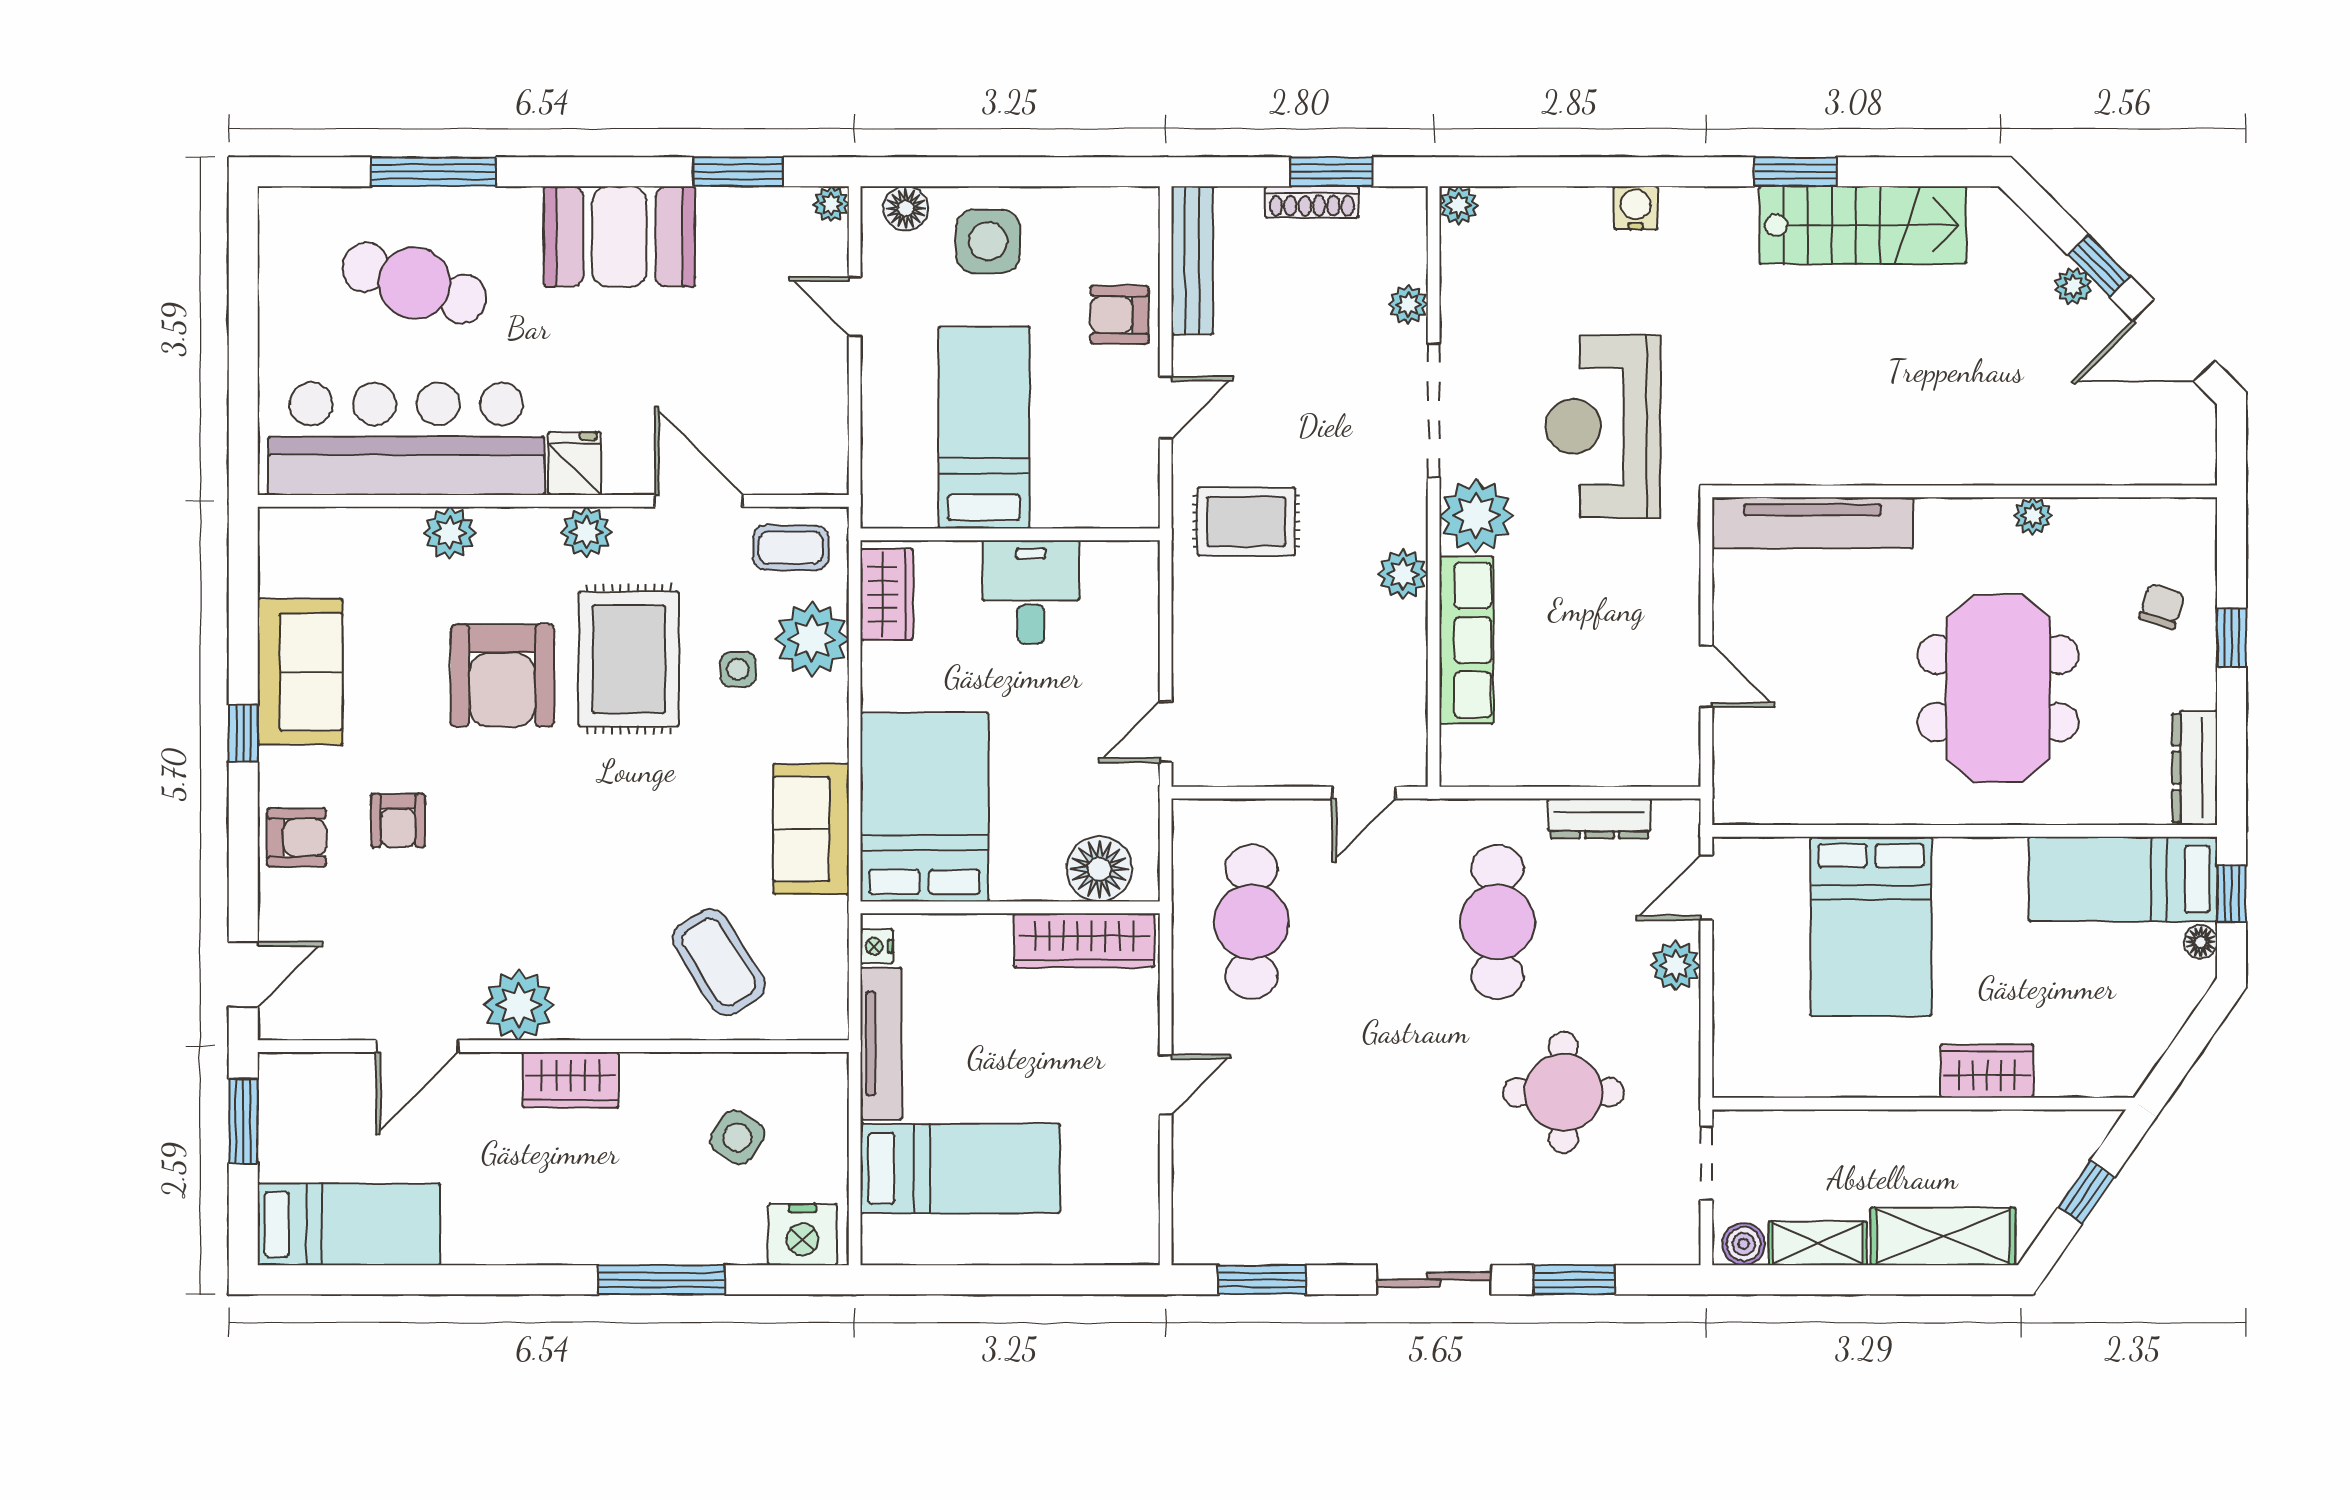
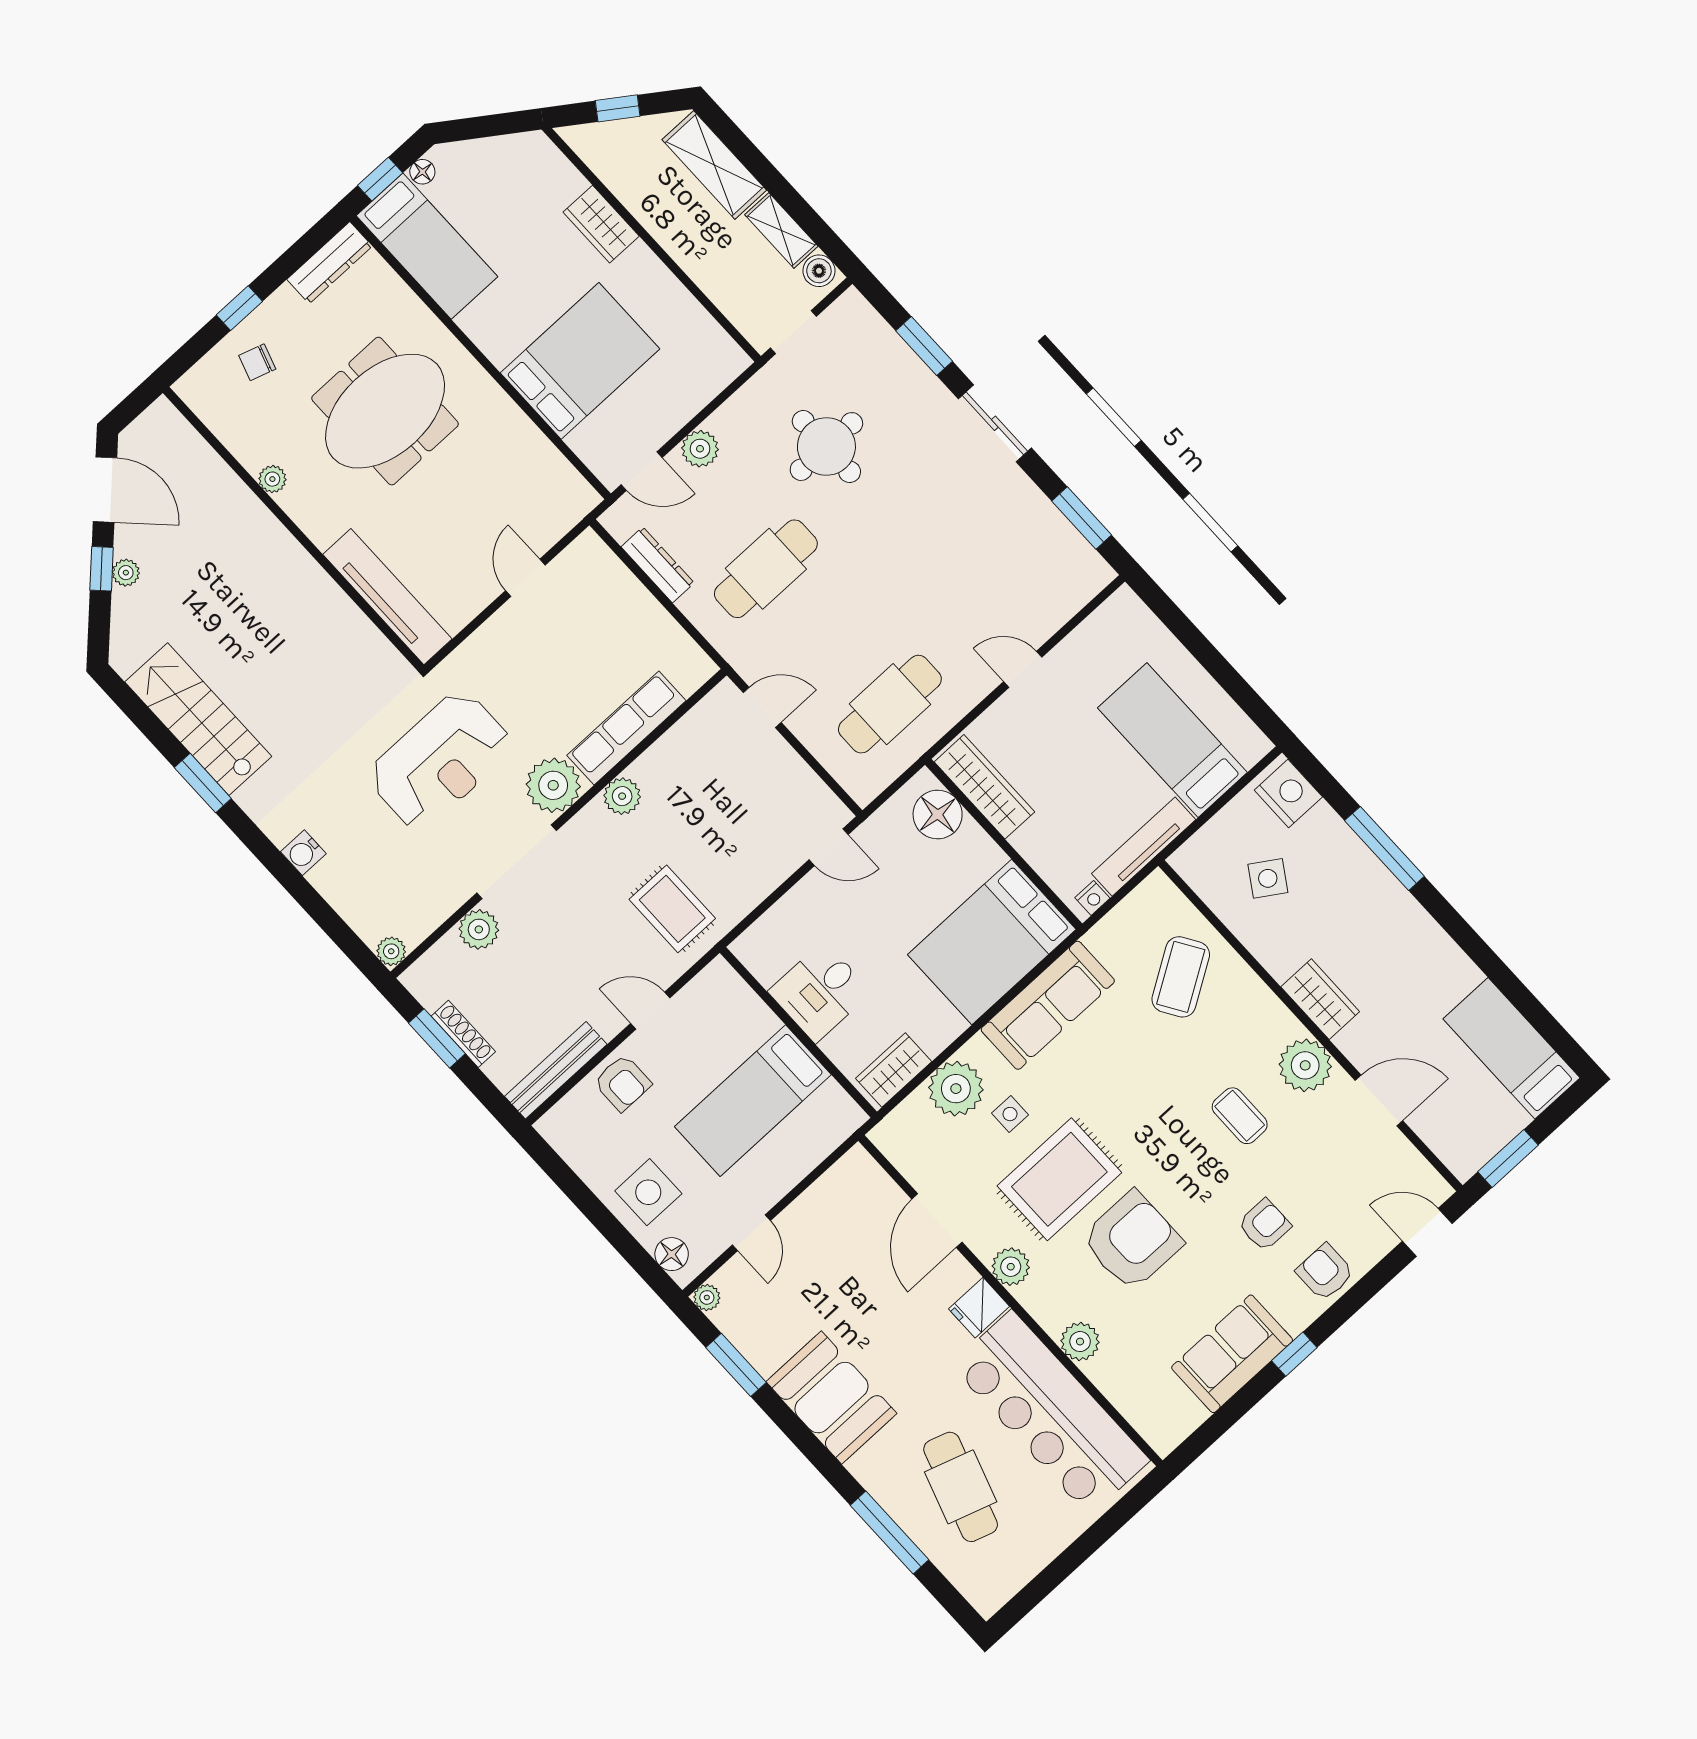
plant: (1408, 304) -> (479, 929), width x1.38, depth x1.38
coffee table: (791, 548) -> (1240, 1116), moved
sofa: (811, 829) -> (1048, 1005), width x1.36

